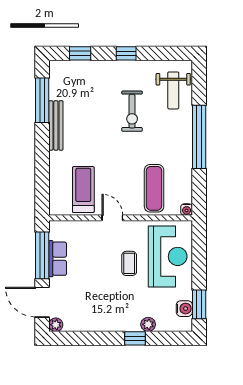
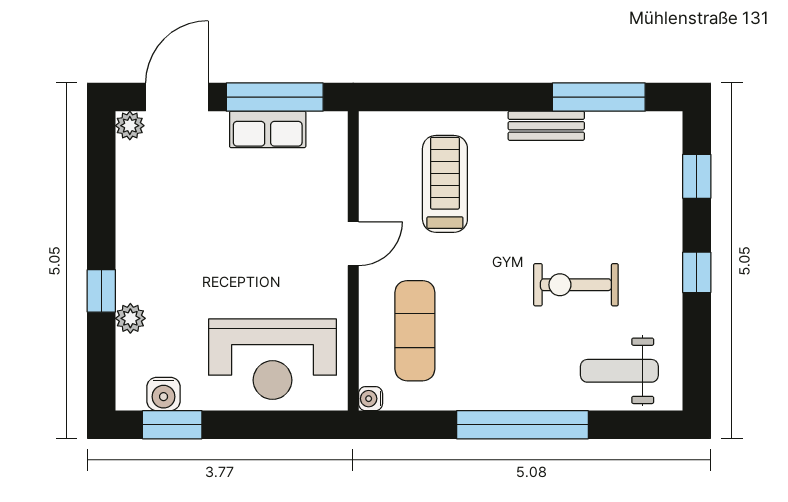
bench: (56, 125) -> (546, 126), width x0.73
exercise mat: (154, 188) -> (415, 331), turned 90
treadmill: (83, 190) -> (445, 184), moved, turned -90
coffee table: (129, 263) -> (258, 279), removed

